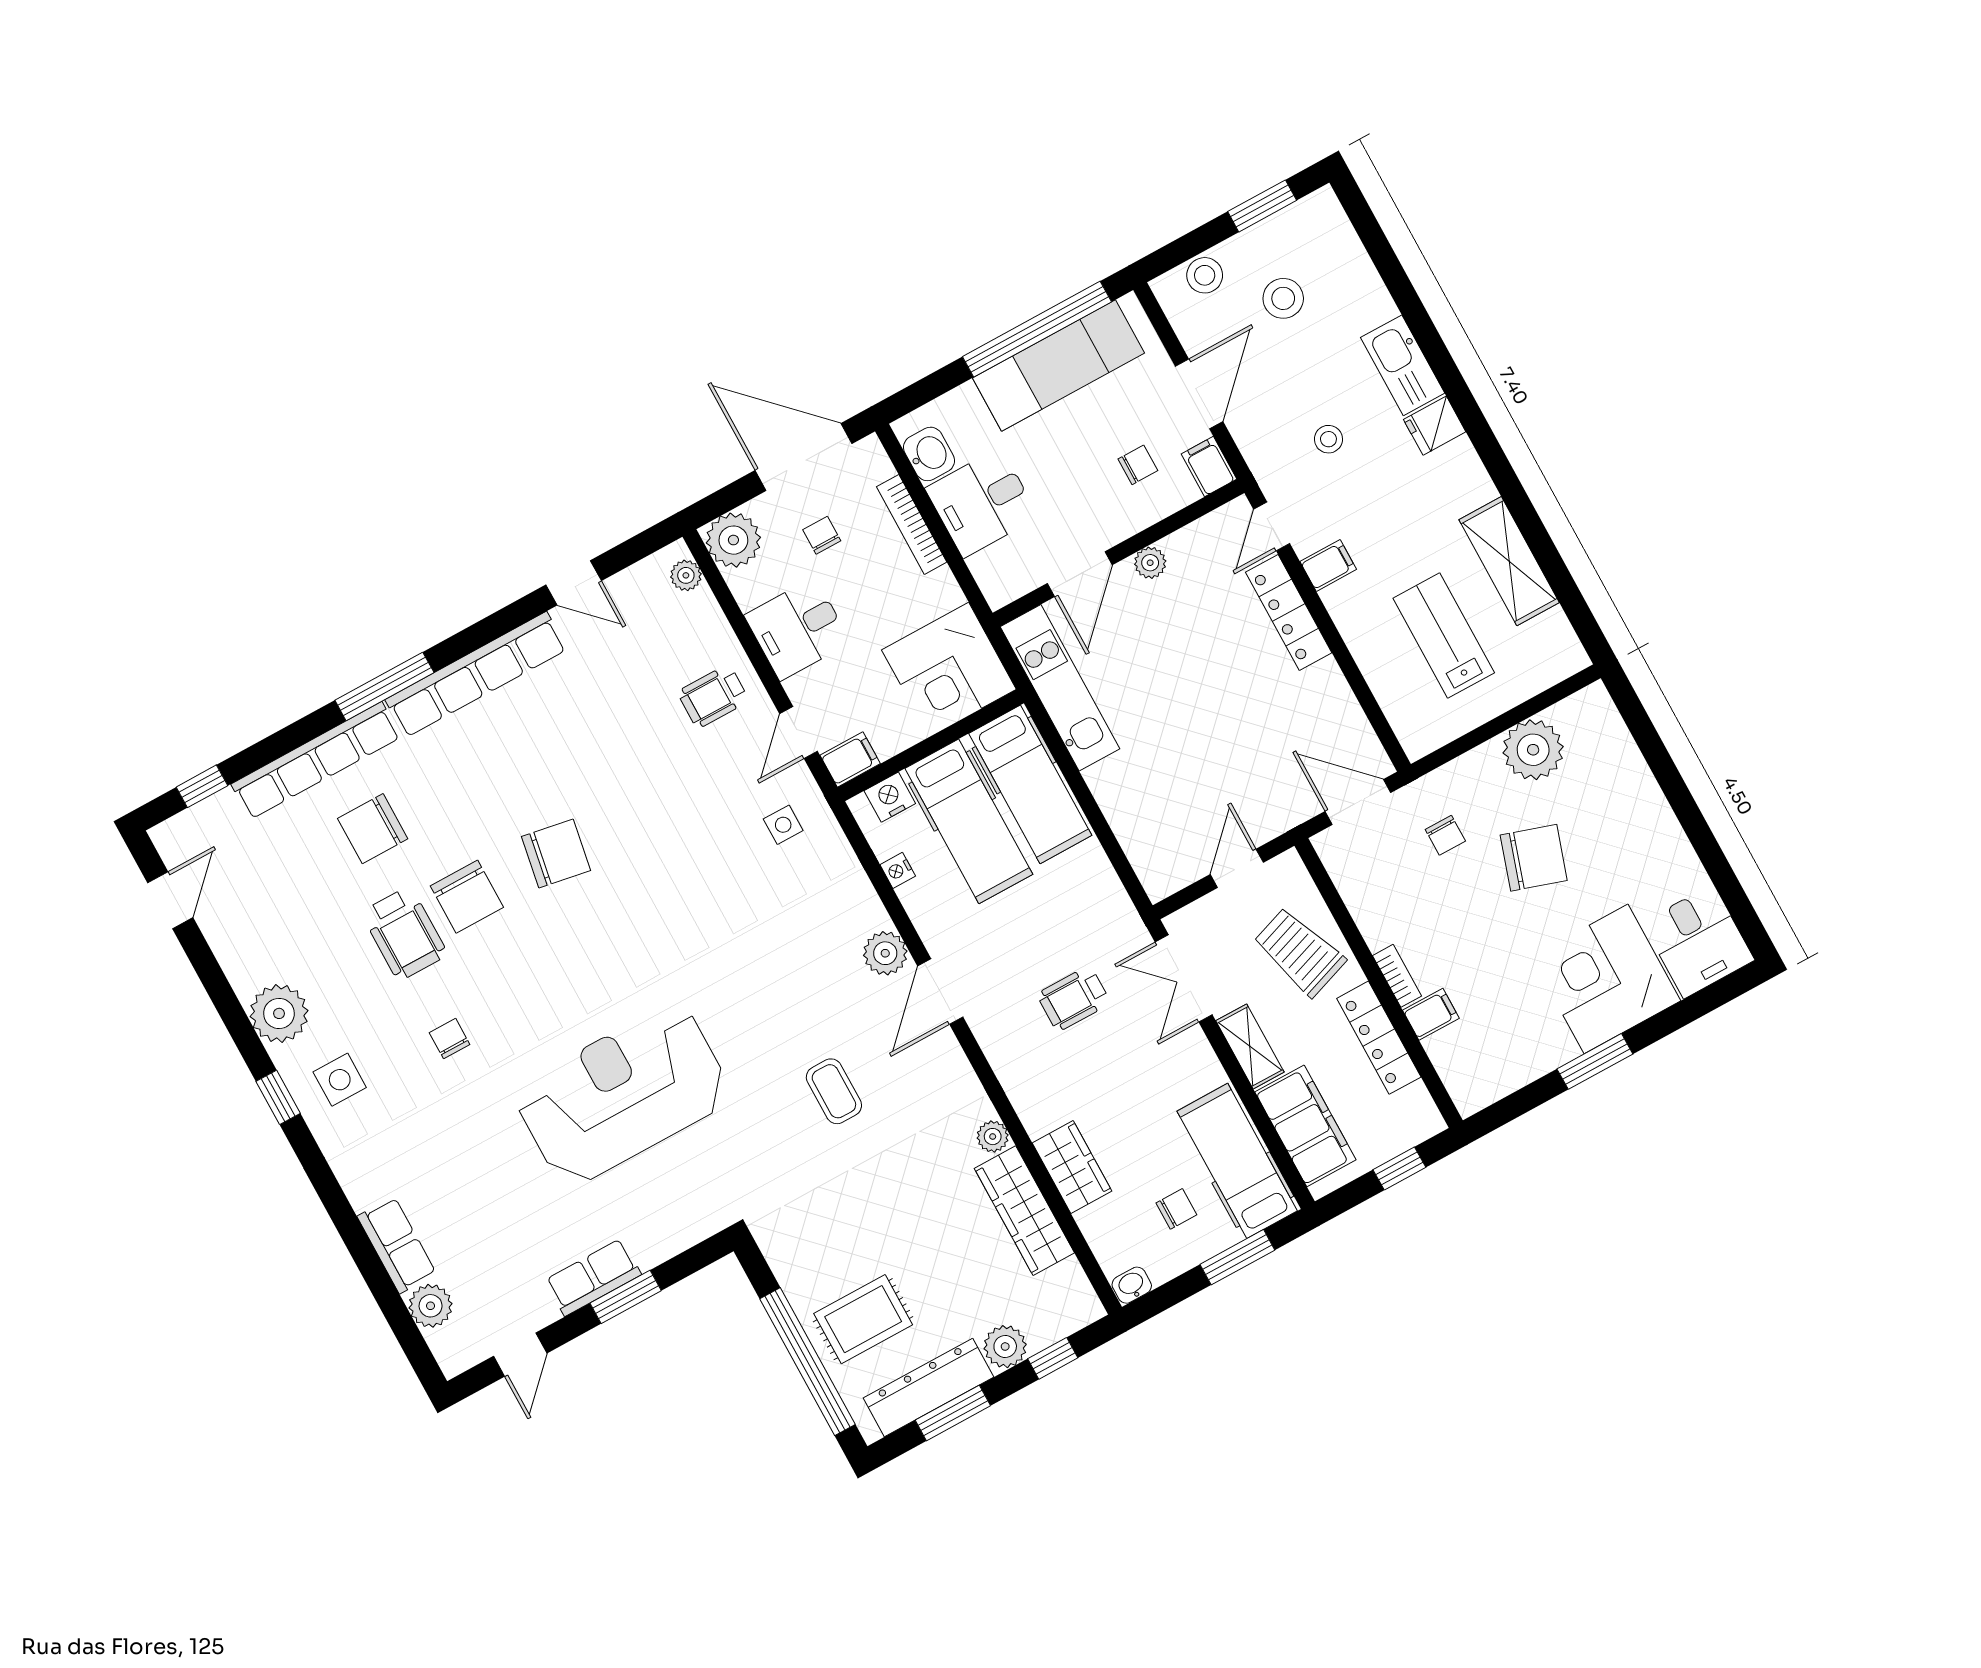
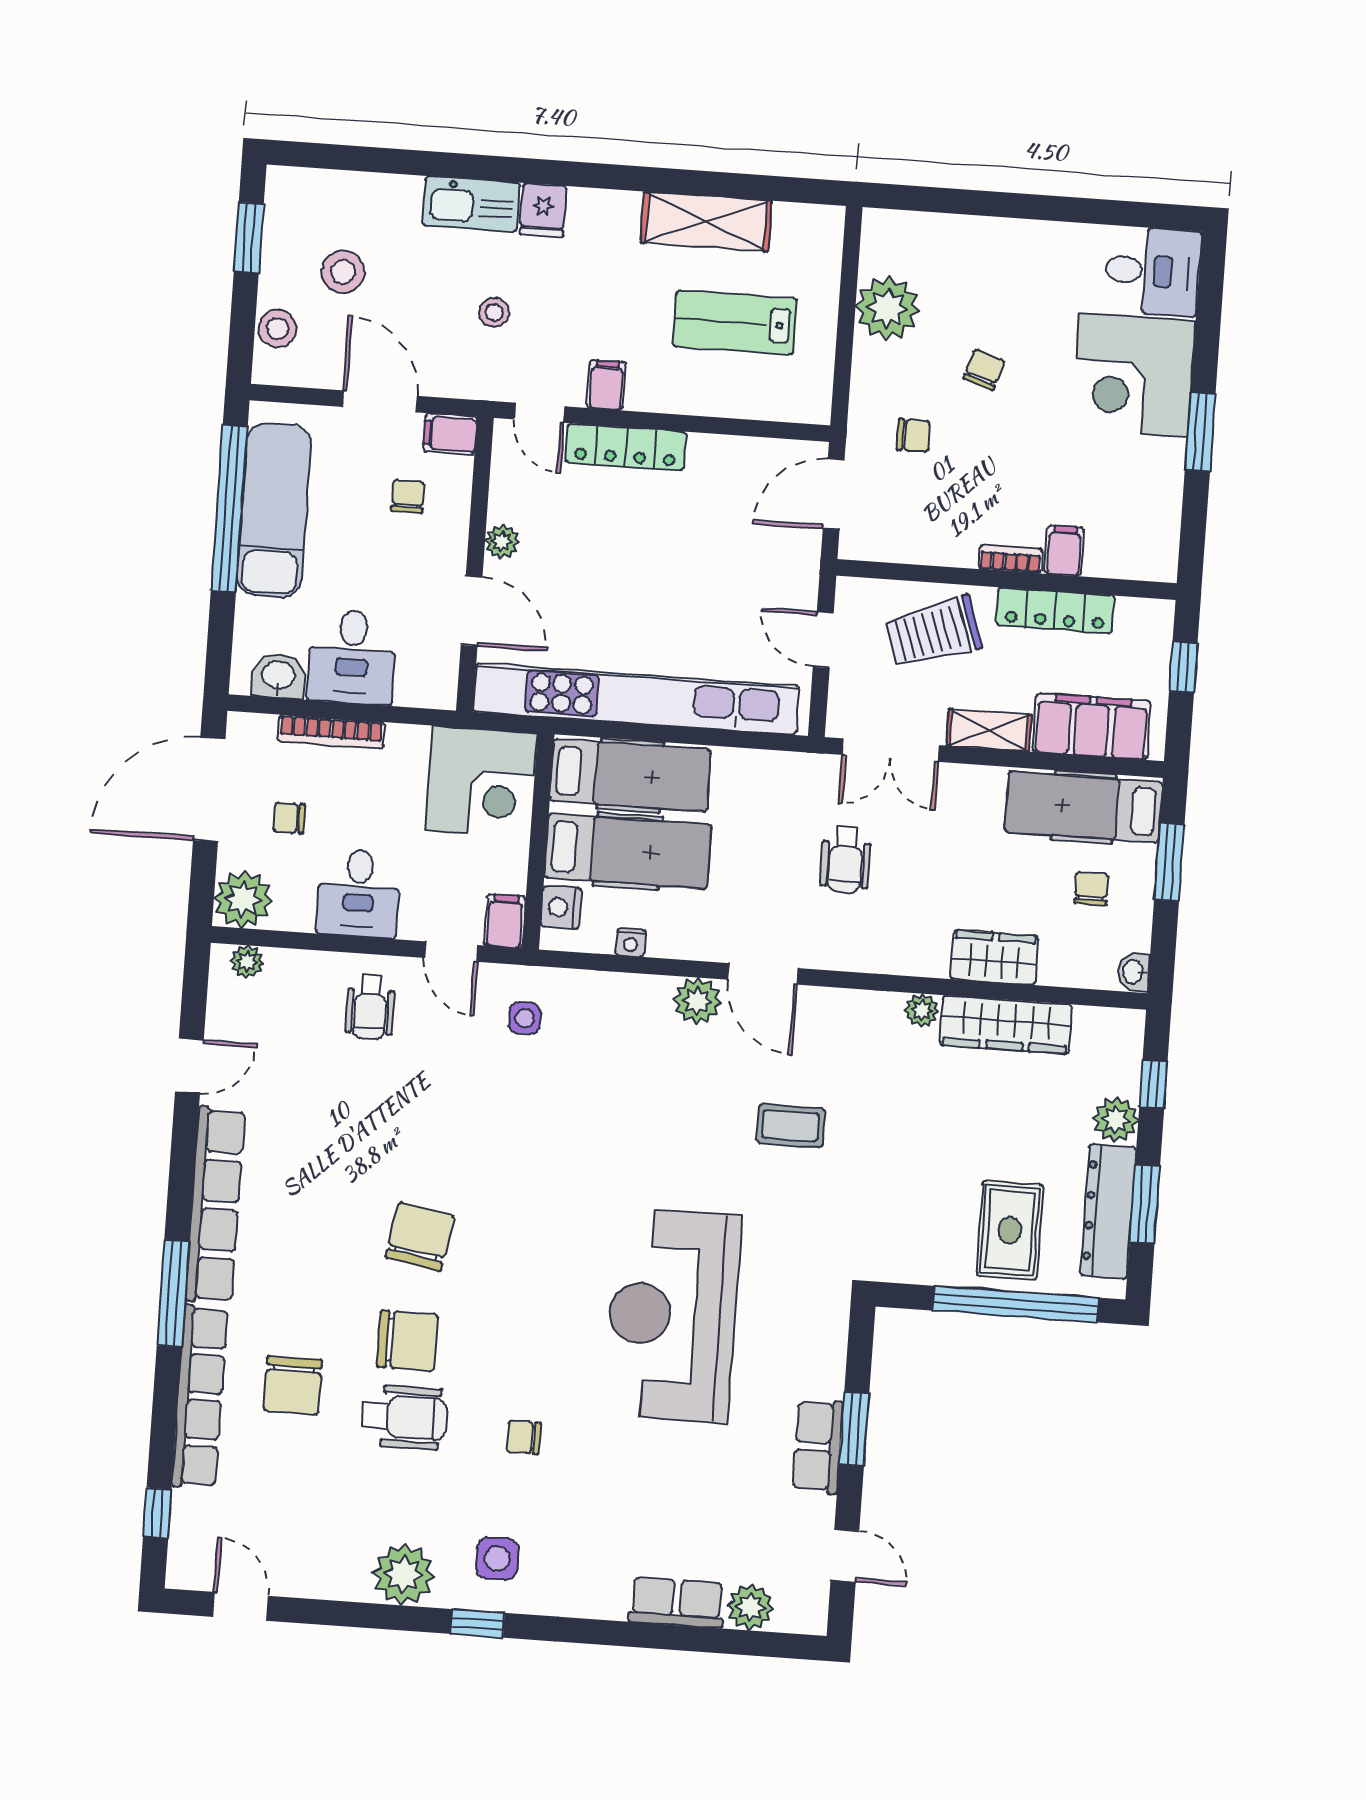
kitchen unit: (1060, 688) -> (636, 699), width x1.86
chair: (1534, 858) -> (984, 370), width x0.54, depth x0.54

